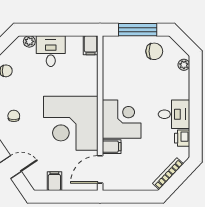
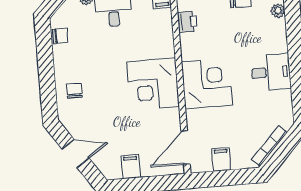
corner desk: (71, 123) -> (153, 84), width x0.74, depth x0.74
printer: (182, 138) -> (187, 22), moved, turned 180
filing cabinet: (112, 147) -> (221, 159), moved, turned -90

